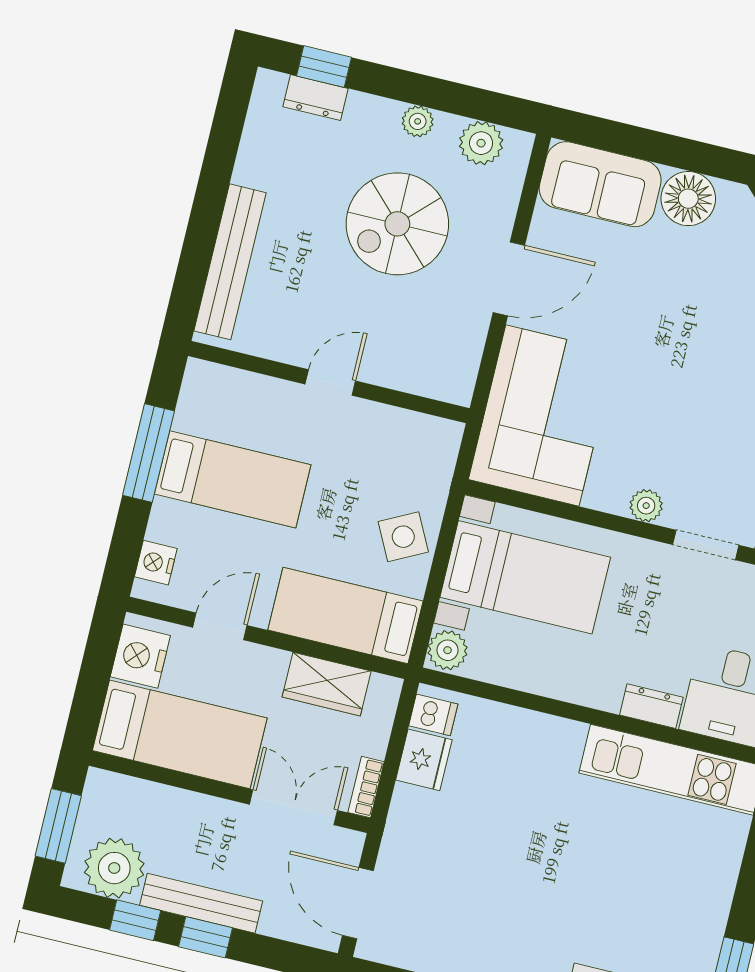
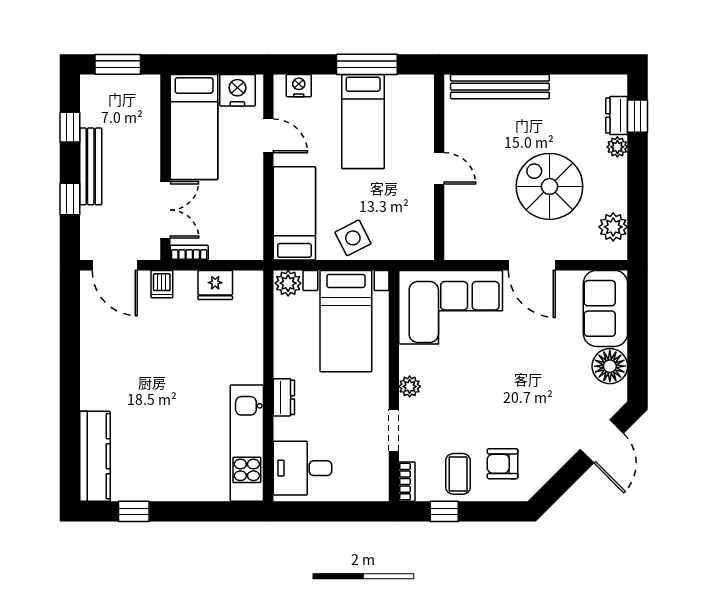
plant: (418, 121) -> (617, 147), moved
wardrobe: (327, 684) -> (248, 212), removed
dresser: (651, 706) -> (284, 397), moved
dishwasher: (433, 715) -> (162, 284), moved
plant: (114, 868) -> (100, 106), removed
door: (358, 903) -> (115, 265), swing flipped
window: (205, 937) -> (70, 199), moved

